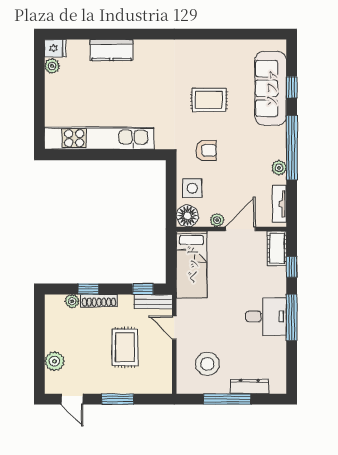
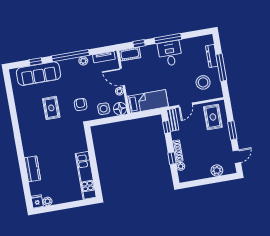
kitchen unit: (99, 138) -> (86, 175), width x0.73
rug: (125, 347) -> (213, 117), moved, turned 90

